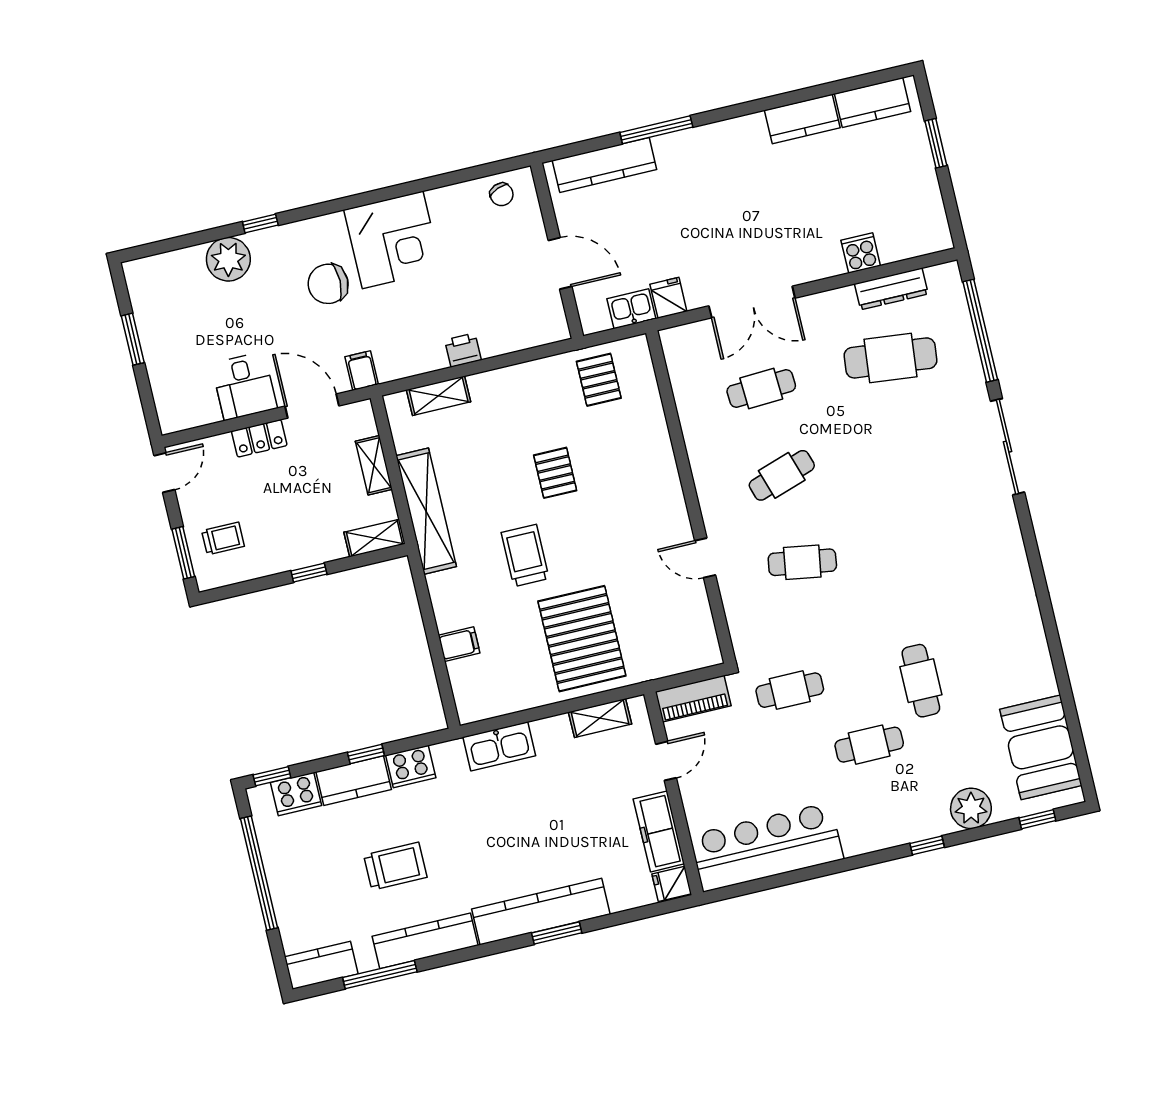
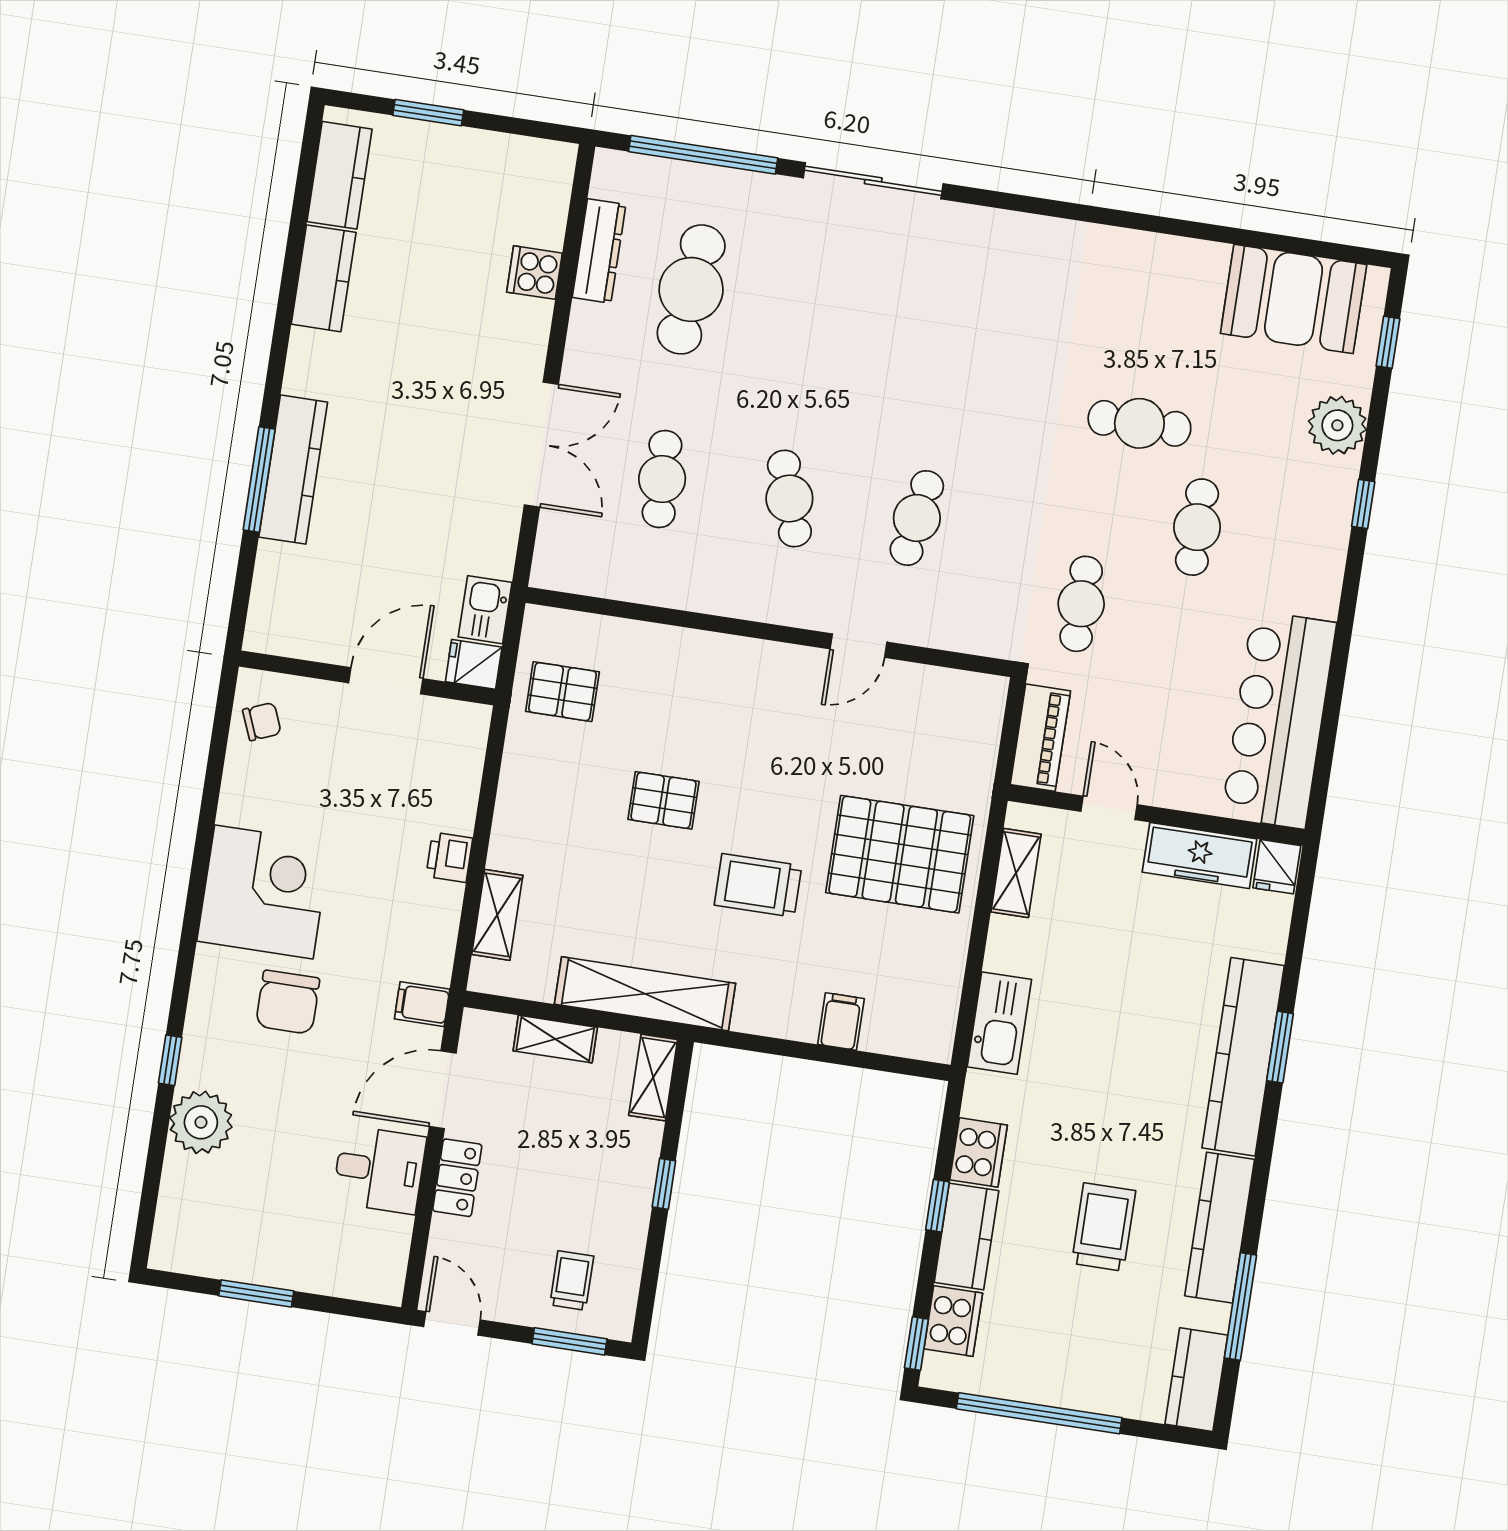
kitchen counter: (604, 165) -> (293, 470), moved
fridge: (668, 298) -> (474, 664), moved

